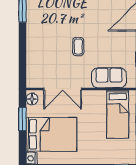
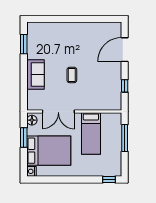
sofa: (109, 78) -> (35, 75), moved, turned 90
bed: (118, 114) -> (91, 133), moved

